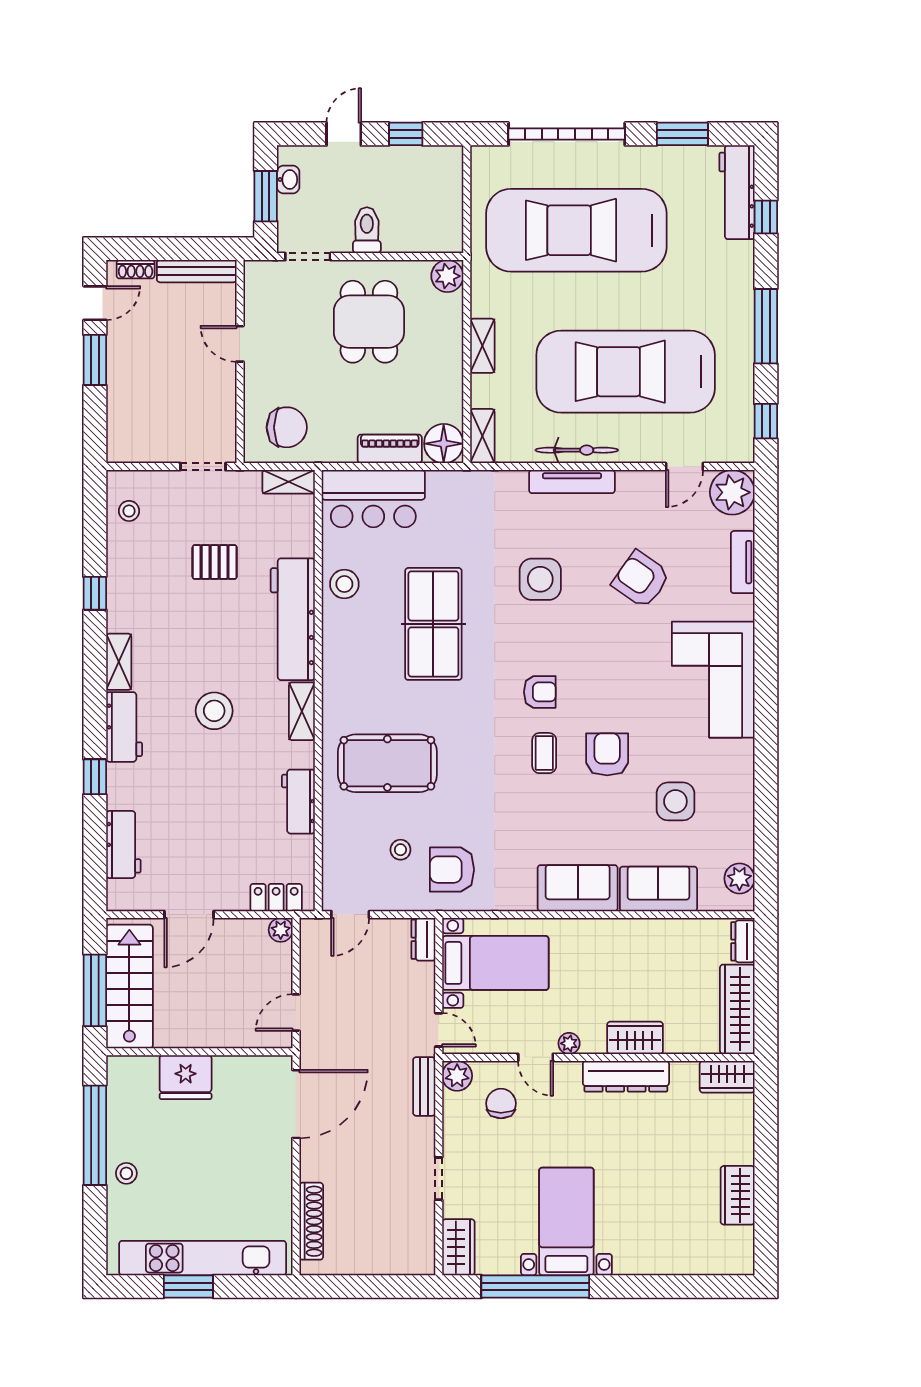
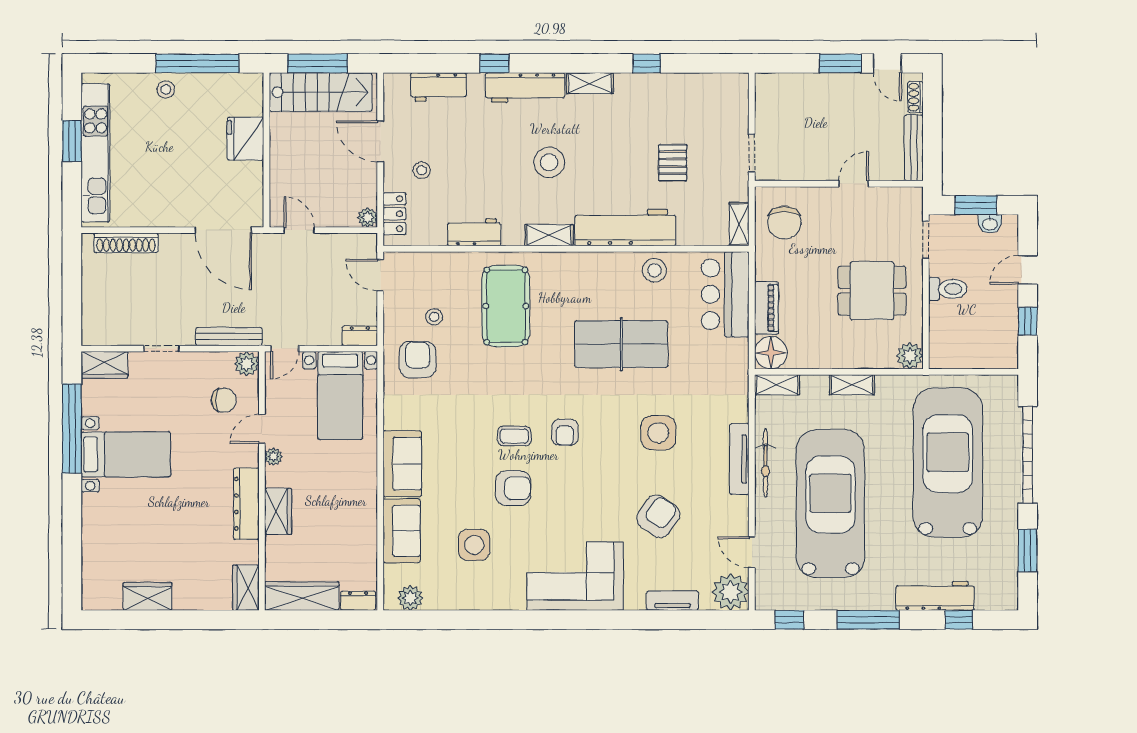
door: (344, 134) -> (1028, 270), swing flipped
workbench: (737, 192) -> (935, 596), moved
stool: (129, 511) -> (422, 170), moved
workbench: (124, 727) -> (525, 88), width x1.37
bench: (424, 1086) -> (229, 337), width x1.36

